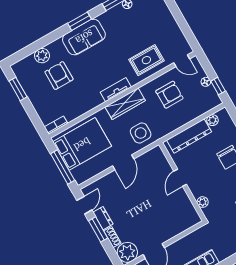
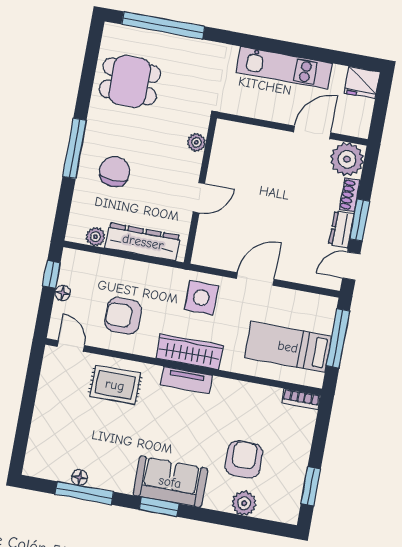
armchair: (59, 76) -> (244, 459), turned 180
bed: (82, 144) -> (288, 347), width x0.67

